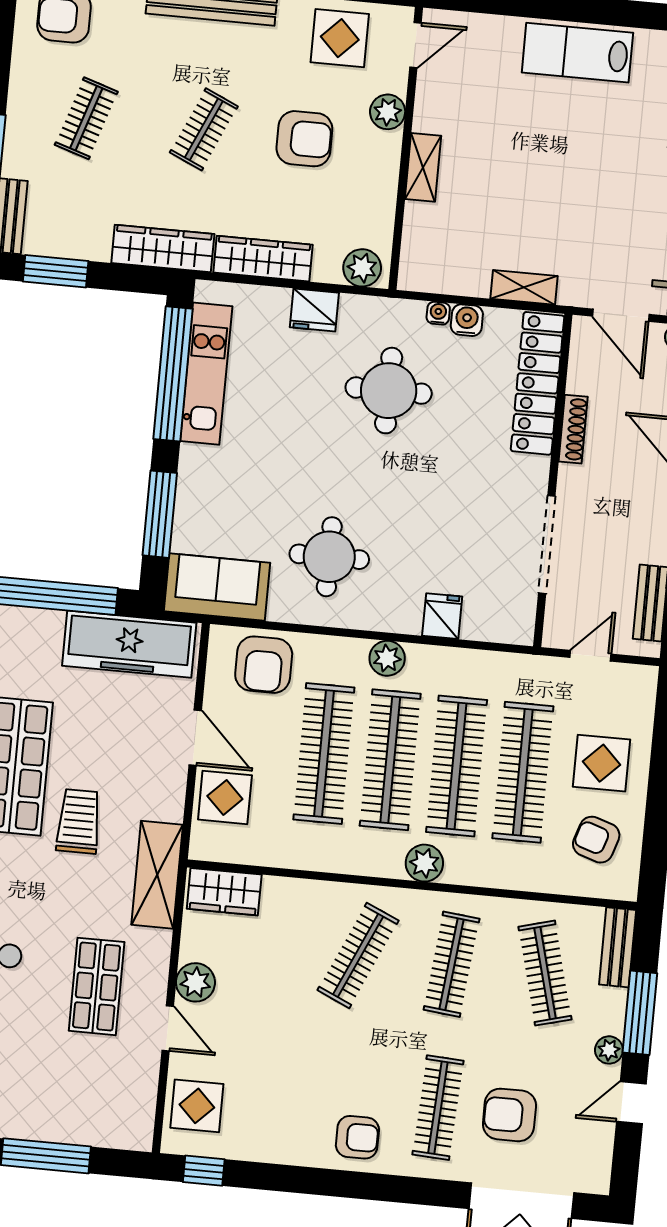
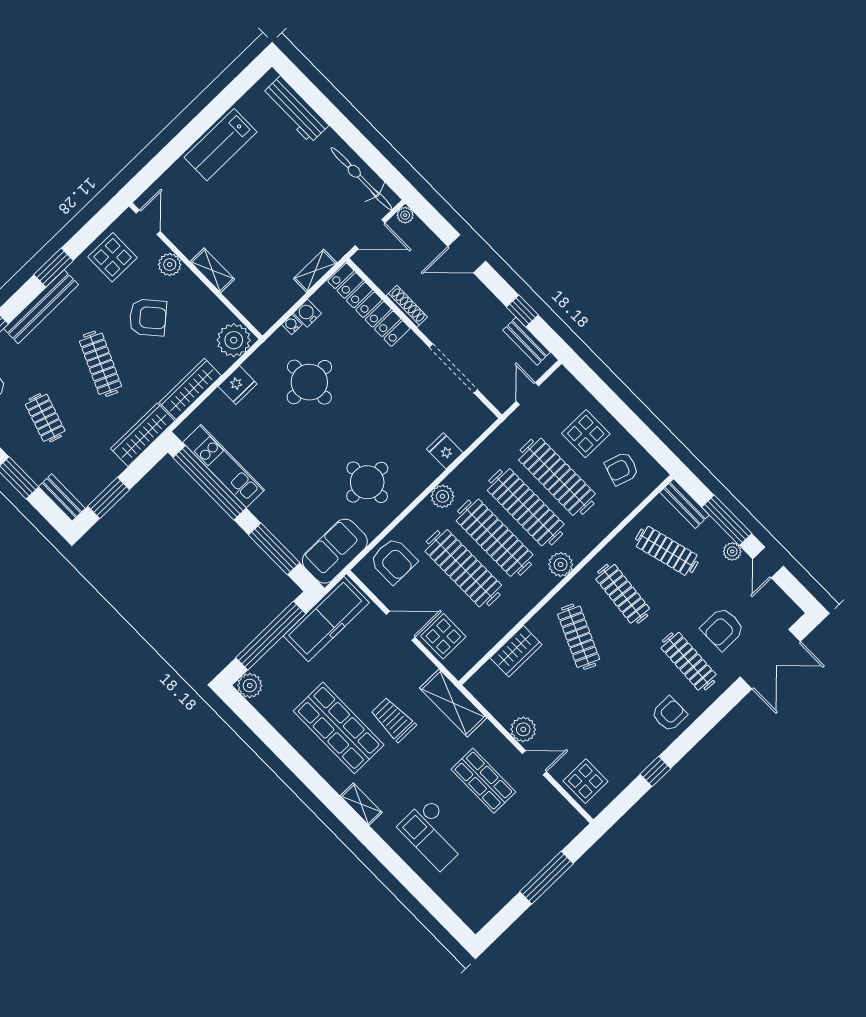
clothes rail: (204, 129) -> (101, 364), width x1.36
armchair: (304, 139) -> (148, 317), turned 49
plant: (362, 268) -> (234, 340), width x1.36, depth x1.36
wardrobe: (224, 892) -> (516, 651), moved
window: (204, 1171) -> (655, 771), moved

